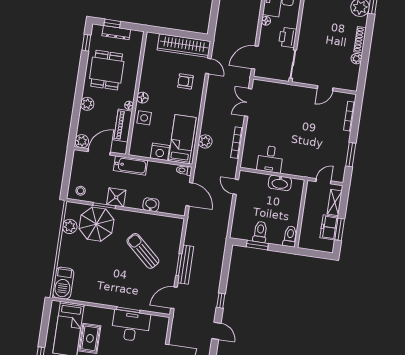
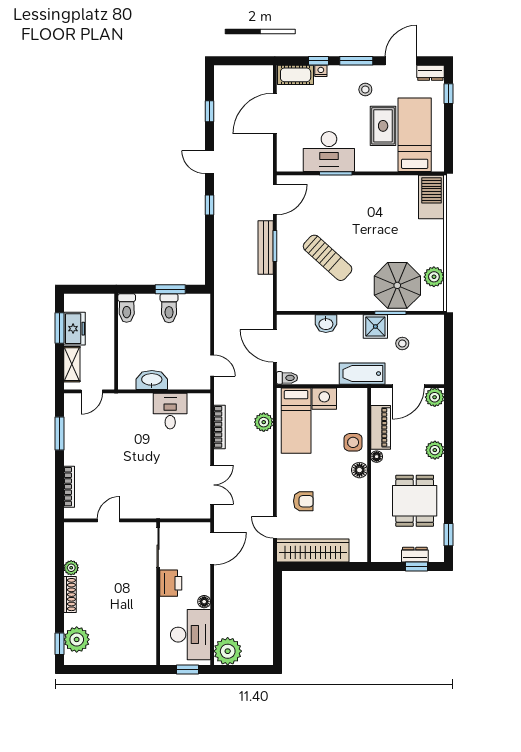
dresser: (116, 33) -> (415, 555), width x0.70
stool: (81, 191) -> (402, 343), moved

